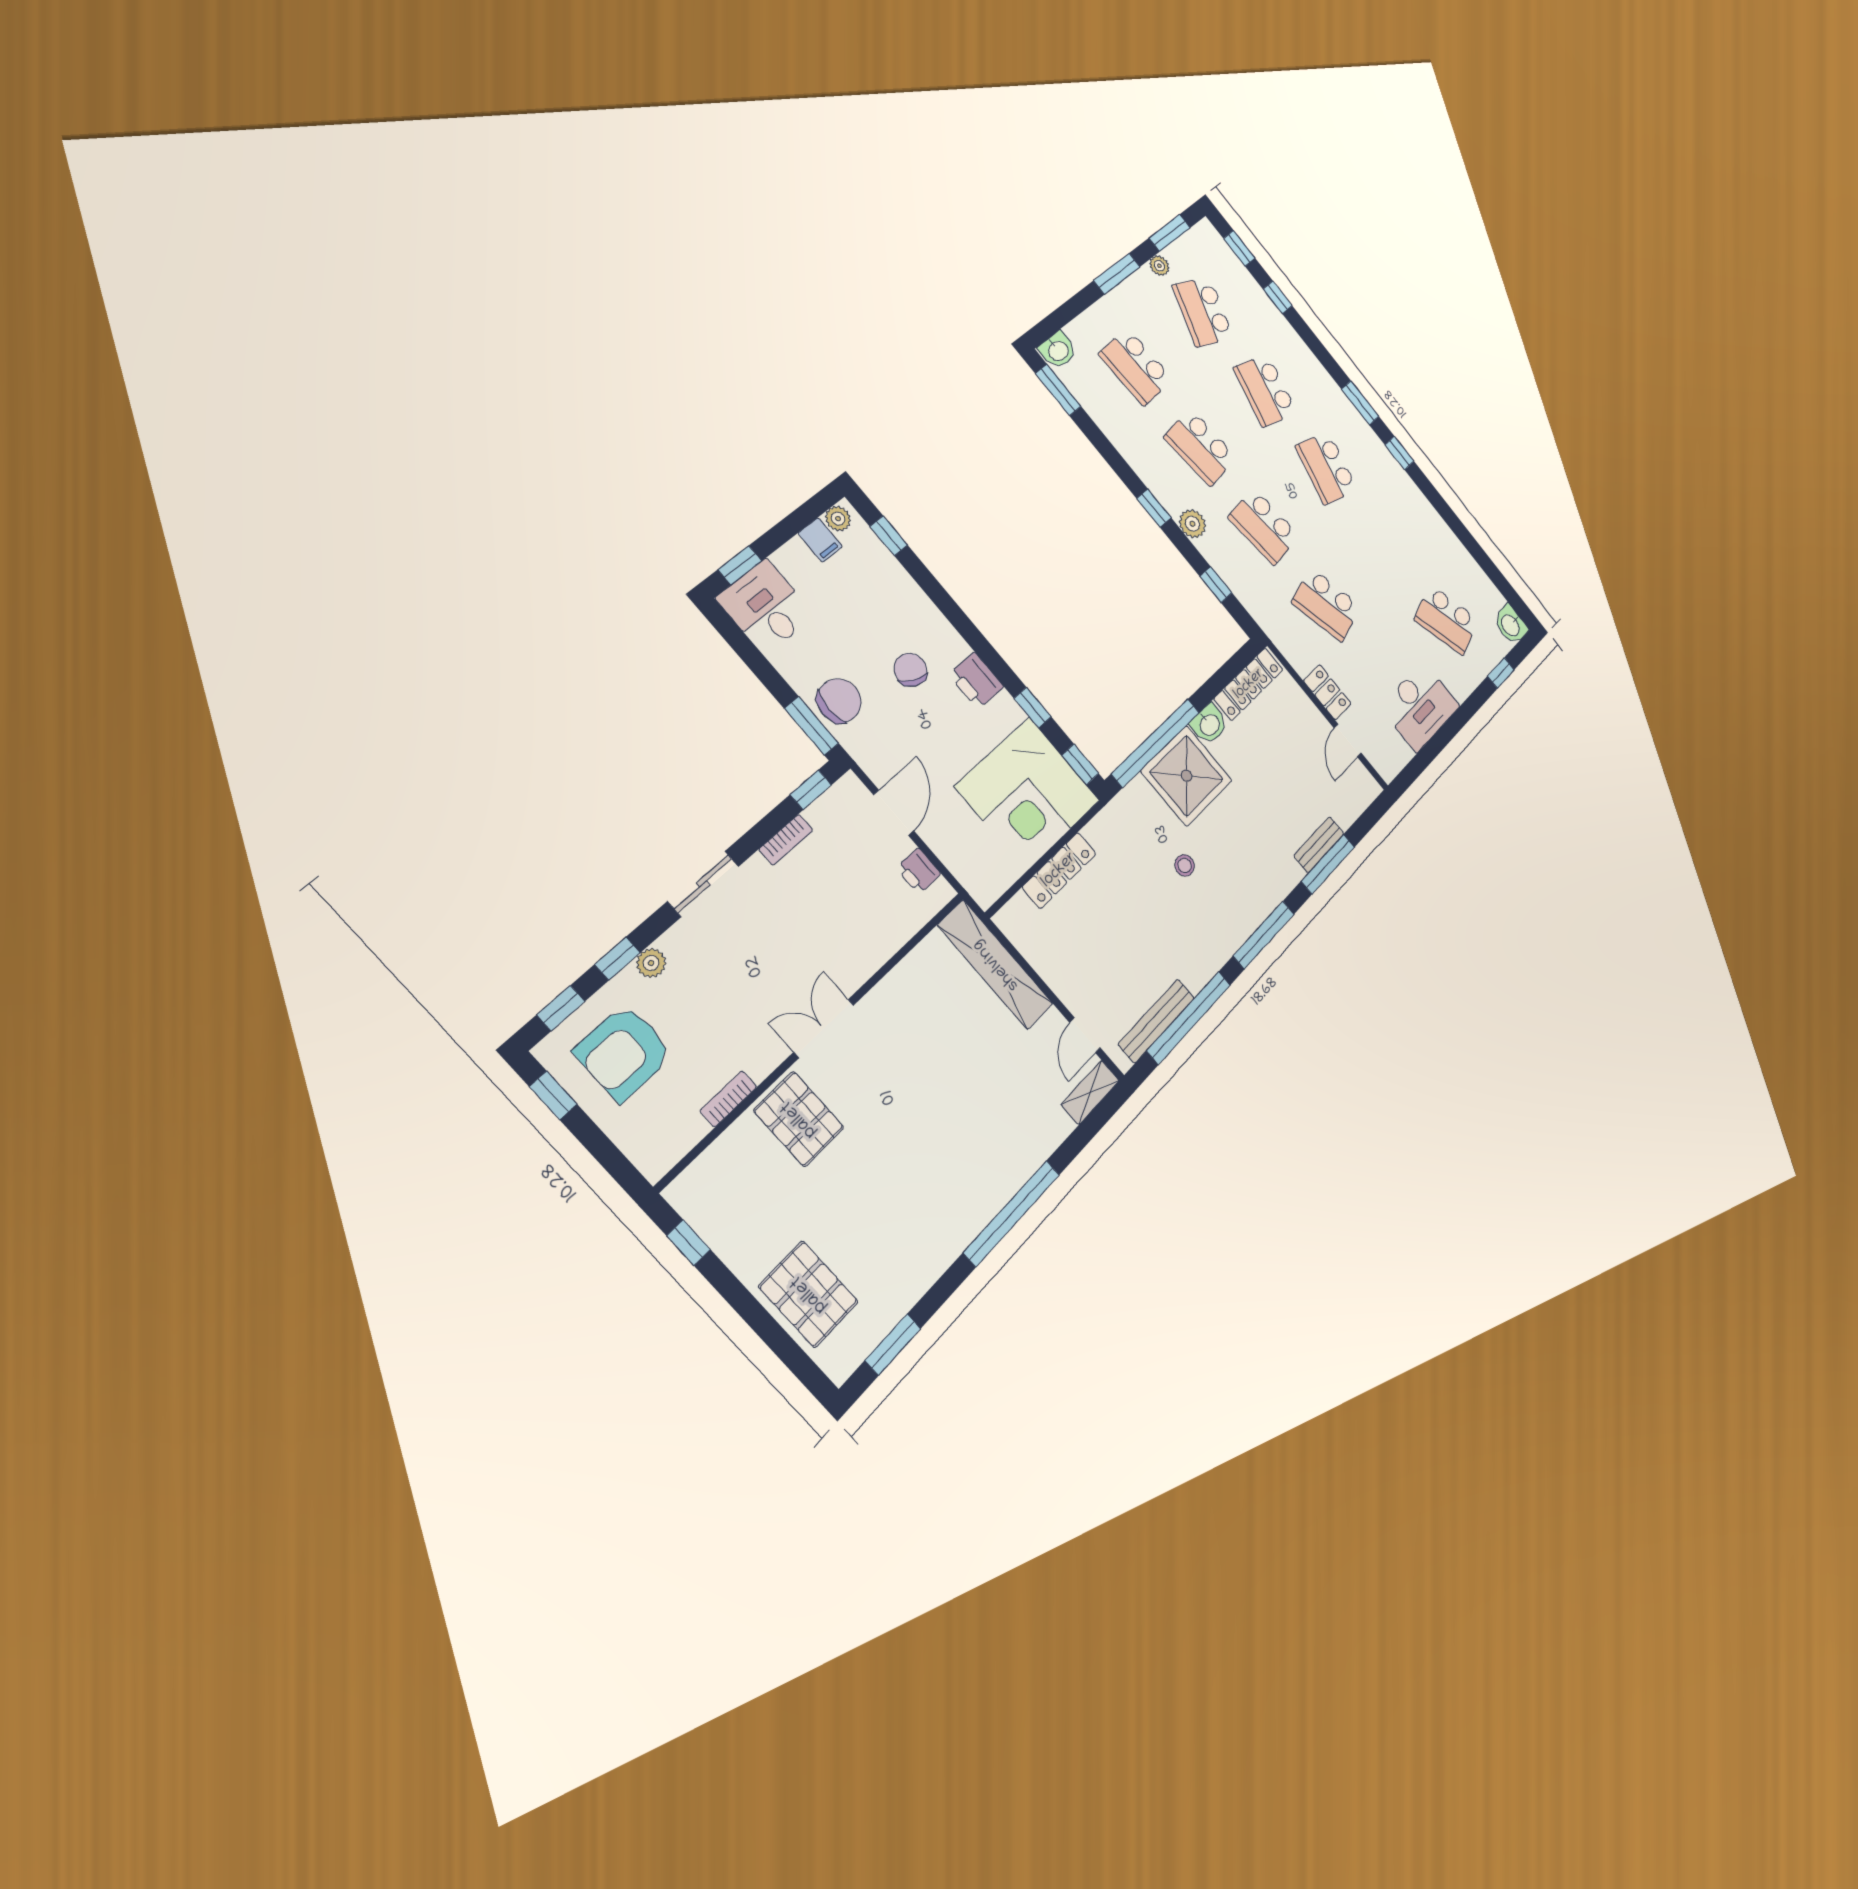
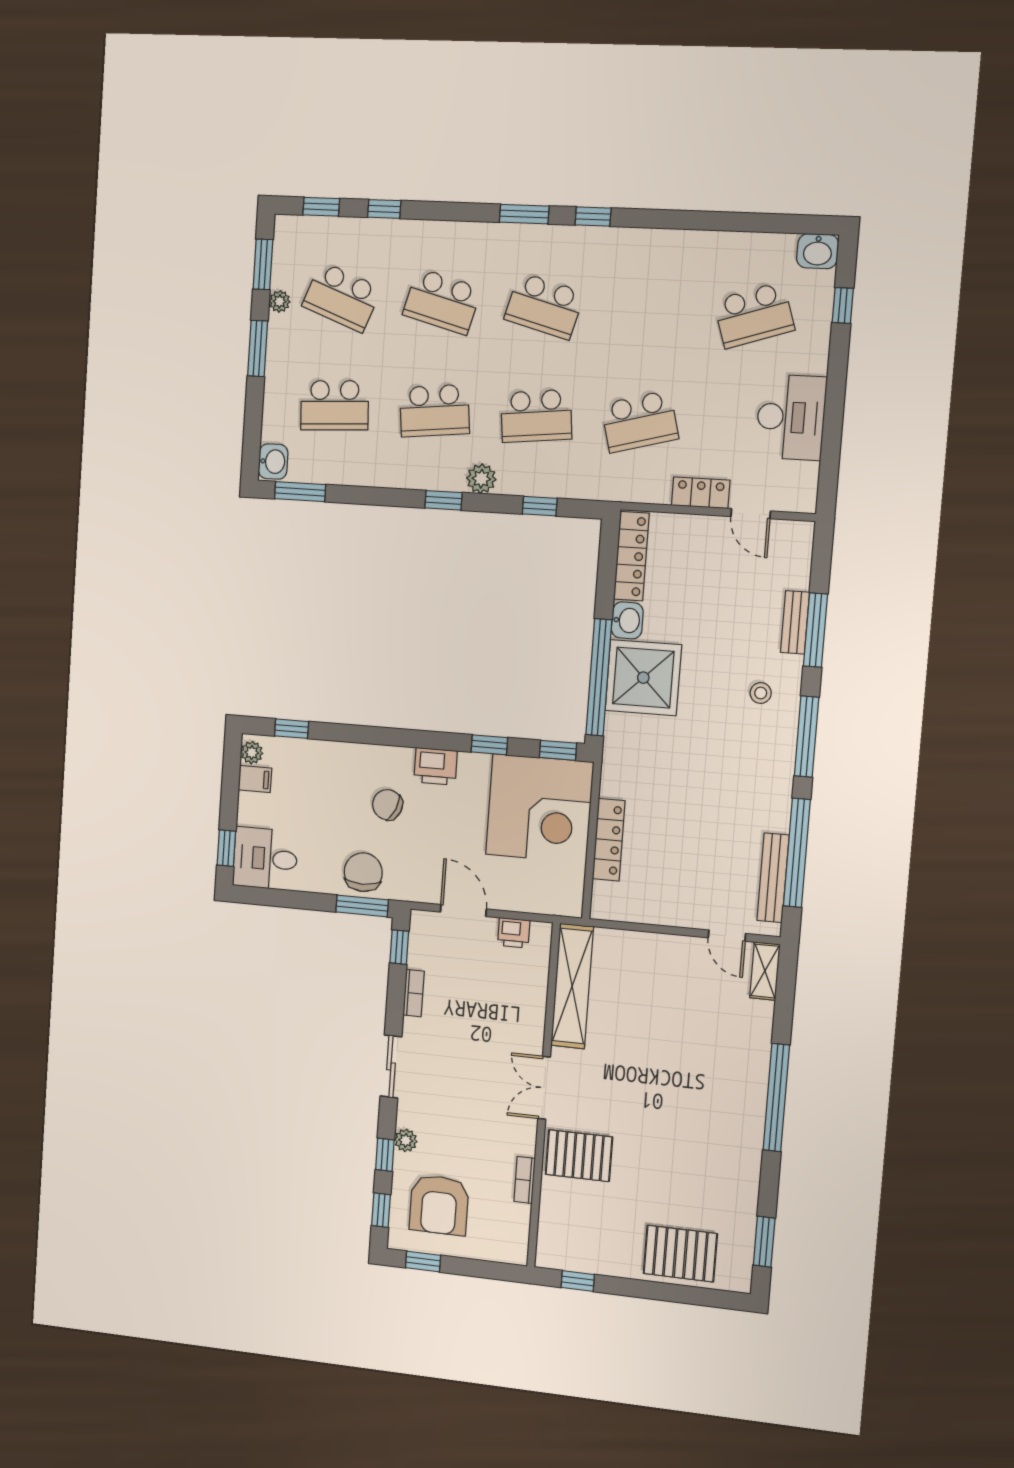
stool: (1185, 865) -> (761, 693), moved
shelving: (996, 965) -> (572, 986), moved, turned 90

